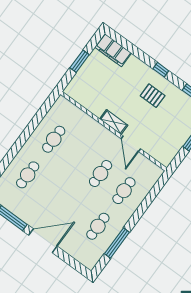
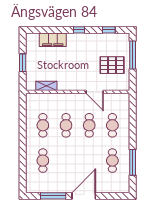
filing cabinet: (113, 50) -> (53, 40), moved
pallet: (153, 96) -> (112, 65), moved, width x1.50, depth x1.42
shelving: (114, 122) -> (46, 86), moved
cafe table: (77, 156) -> (66, 125), added

